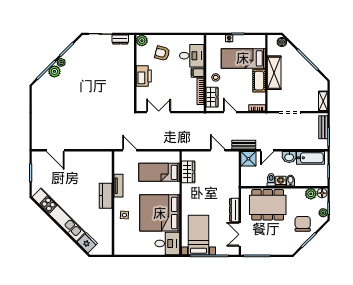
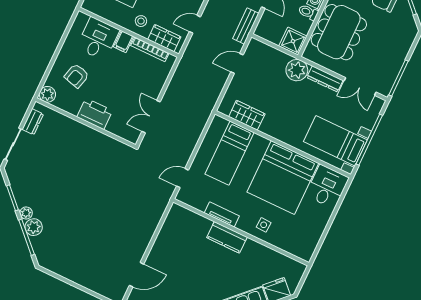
shower: (248, 159) -> (293, 41), moved
plant: (231, 190) -> (297, 70), added

